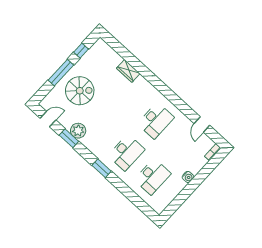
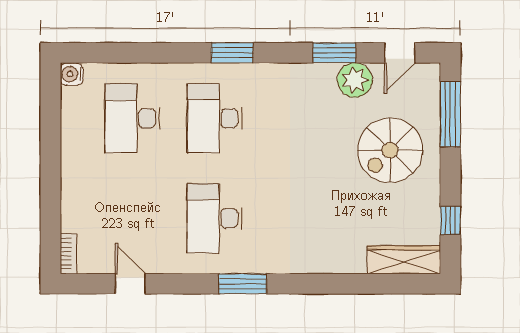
wardrobe: (128, 71) -> (404, 260), moved, width x1.50
window: (61, 73) -> (450, 114), moved
window: (166, 91) -> (243, 284), added
plant: (78, 131) -> (355, 80), moved
water cooler: (188, 177) -> (72, 74), moved

